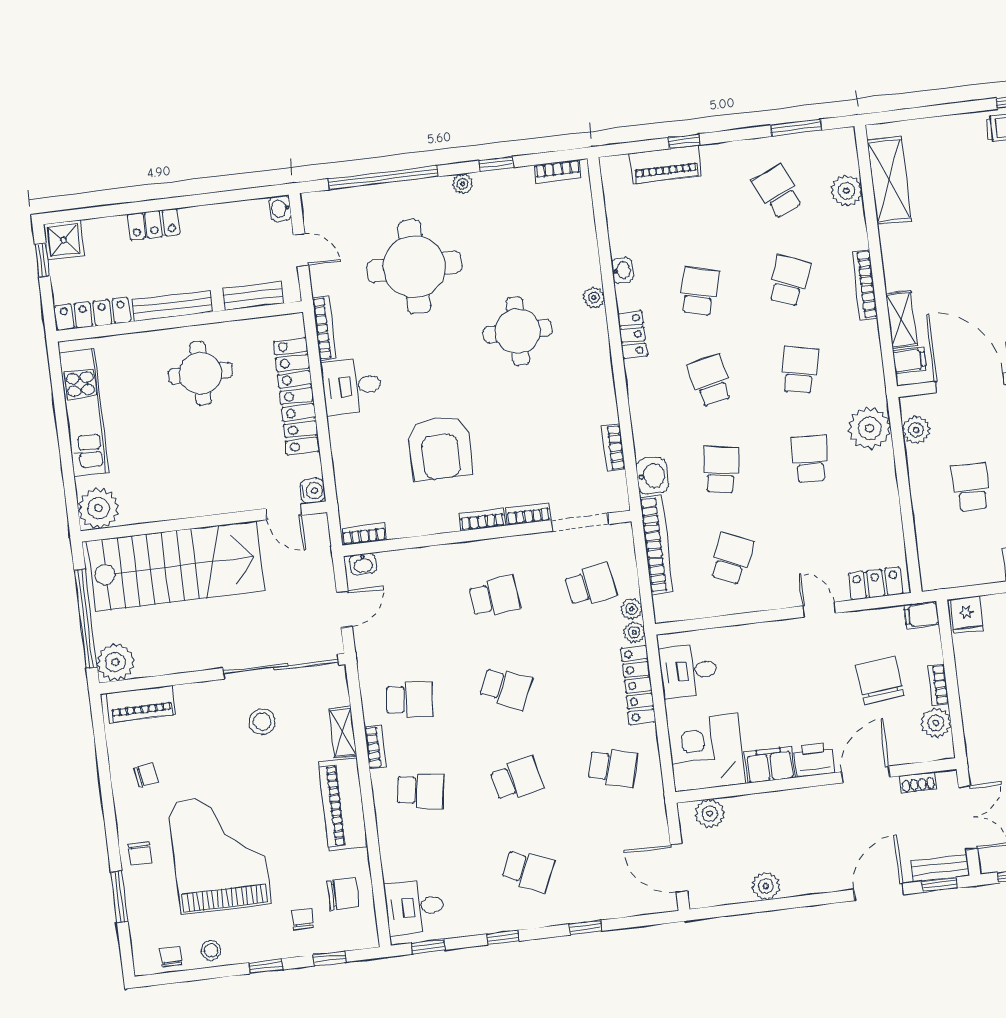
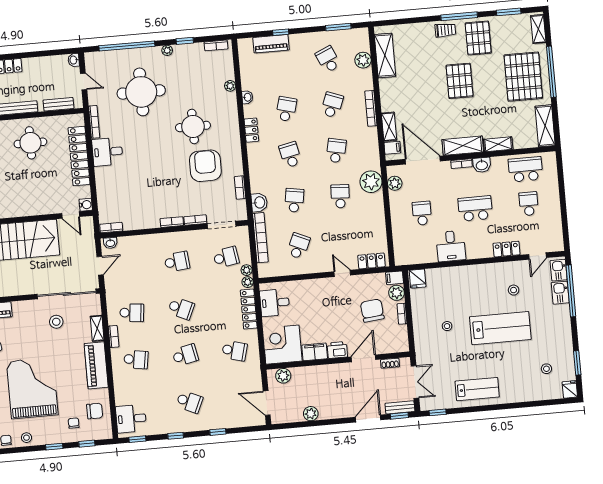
plant: (594, 298) -> (230, 86), moved
armchair: (440, 448) -> (205, 166), moved, turned 180
plant: (936, 723) -> (397, 293), moved

